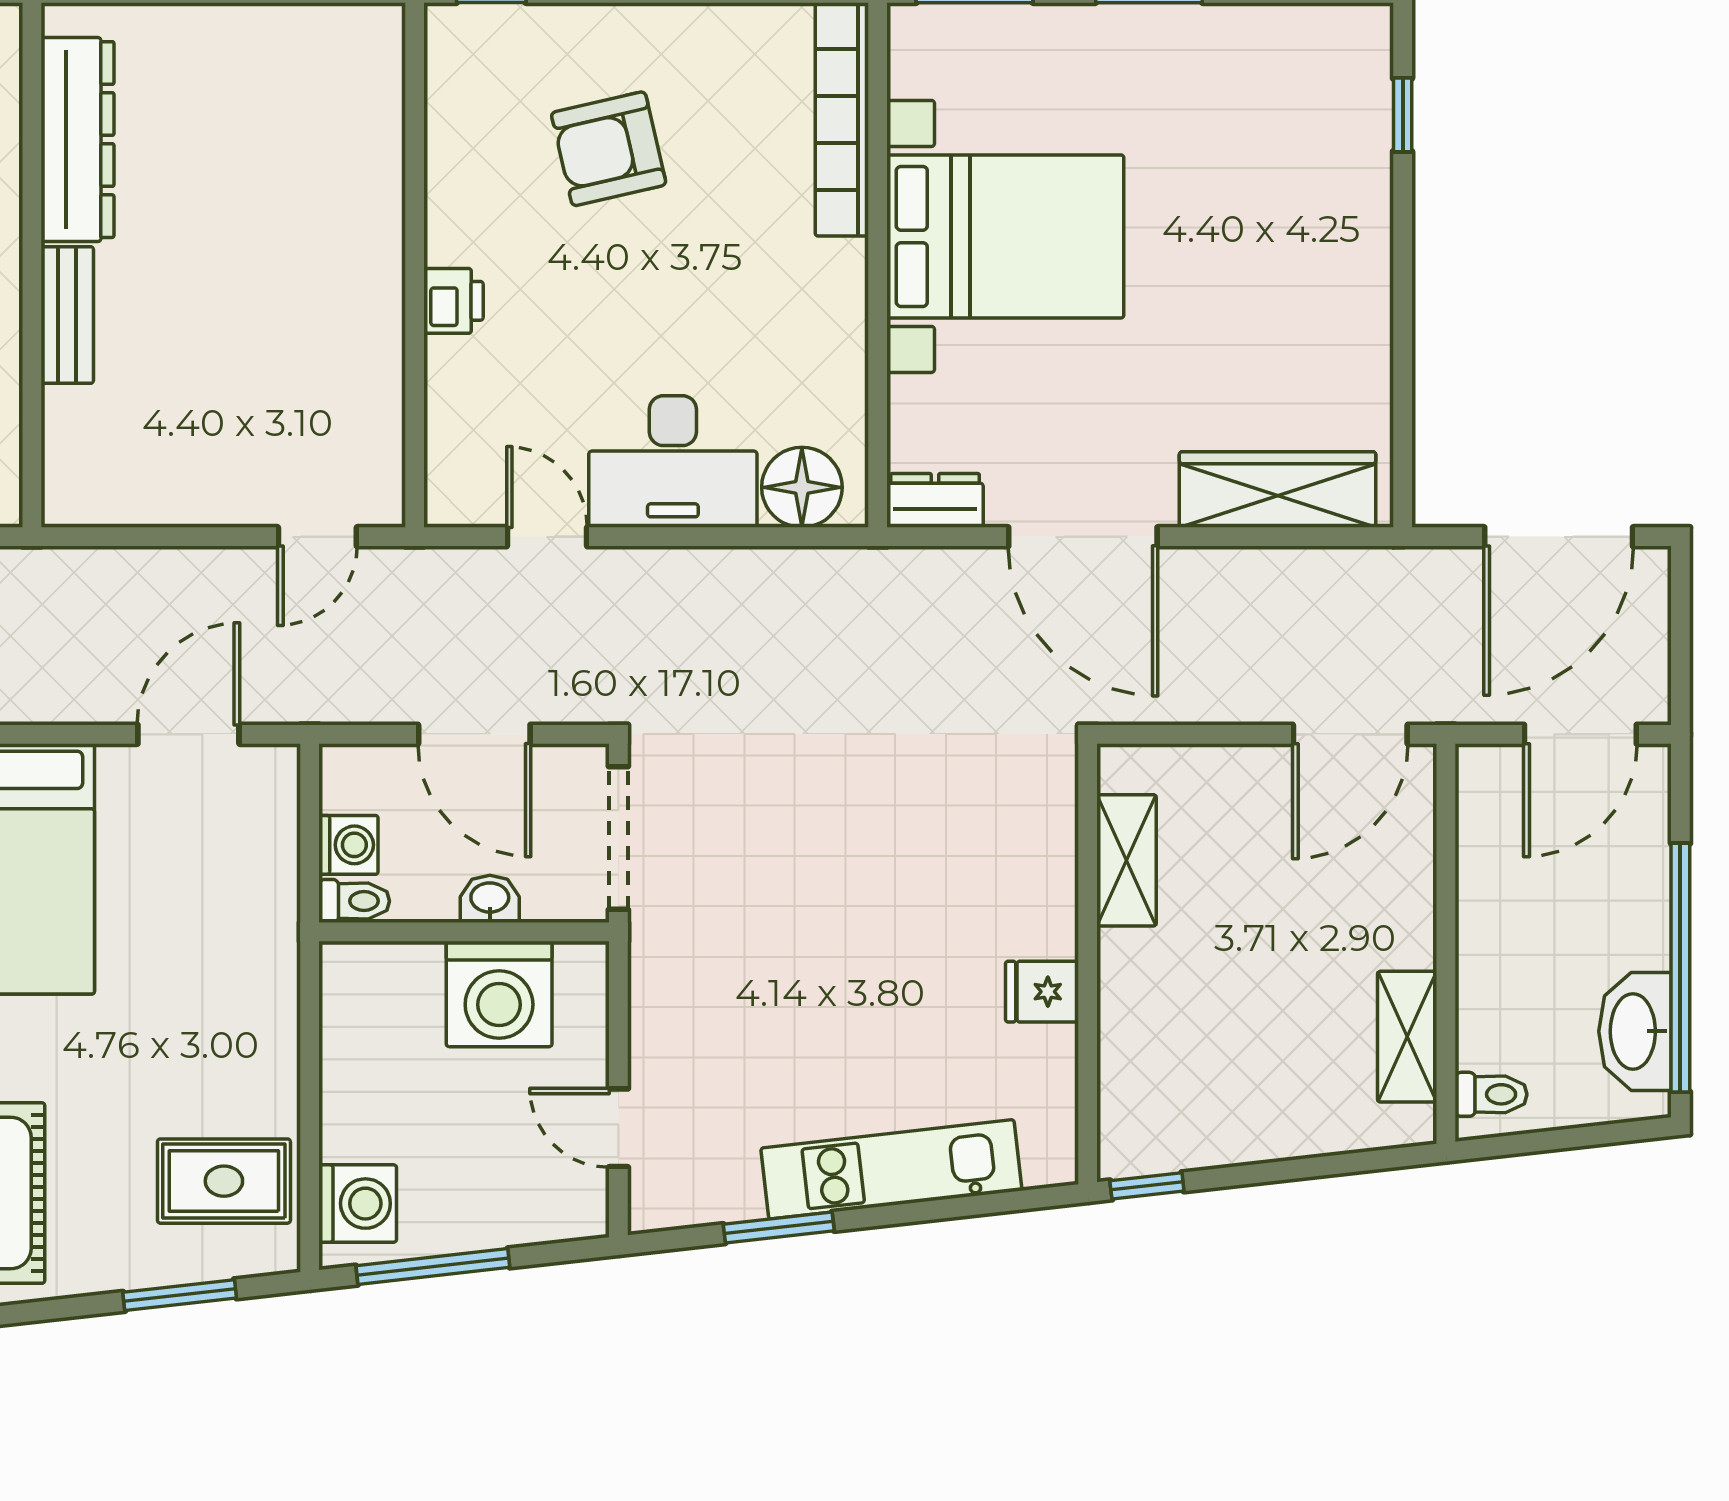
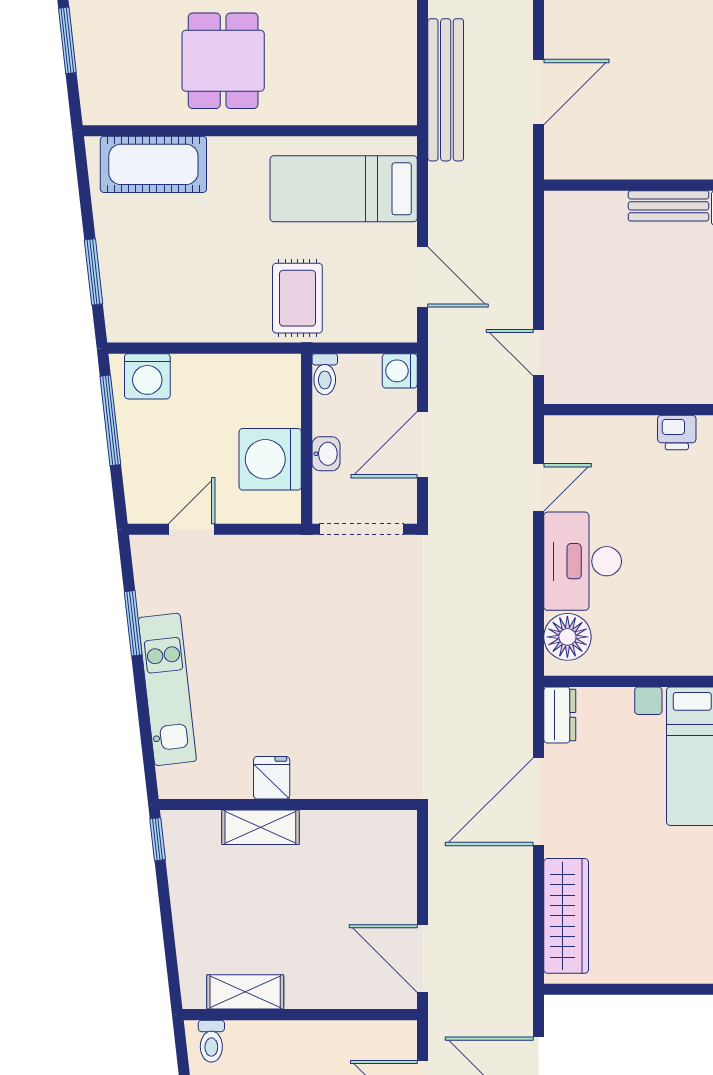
washing machine: (348, 845) -> (400, 371), moved, turned 90
shelving: (1126, 860) -> (260, 827), moved
rug: (224, 1181) -> (297, 298), moved

